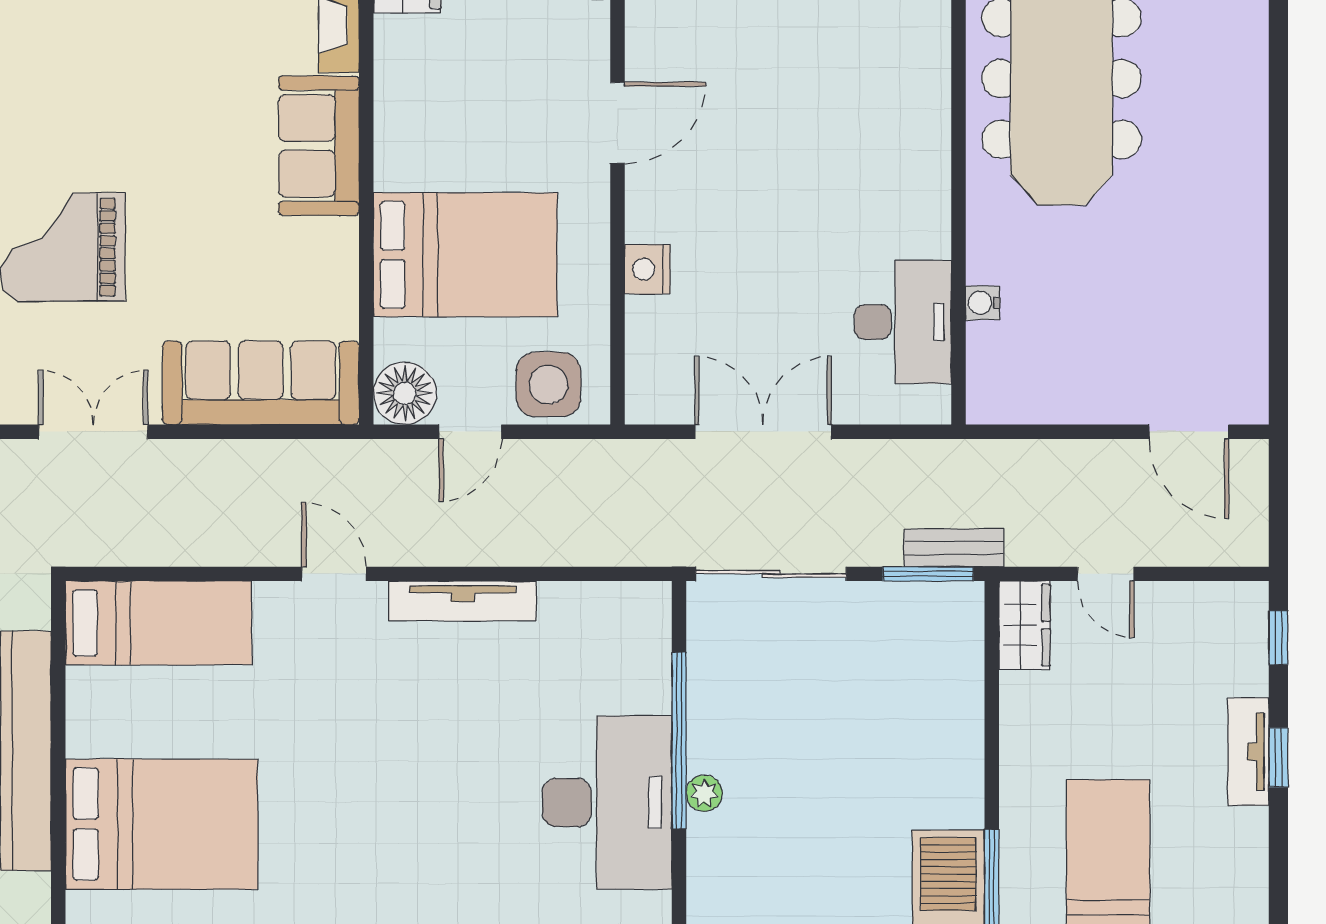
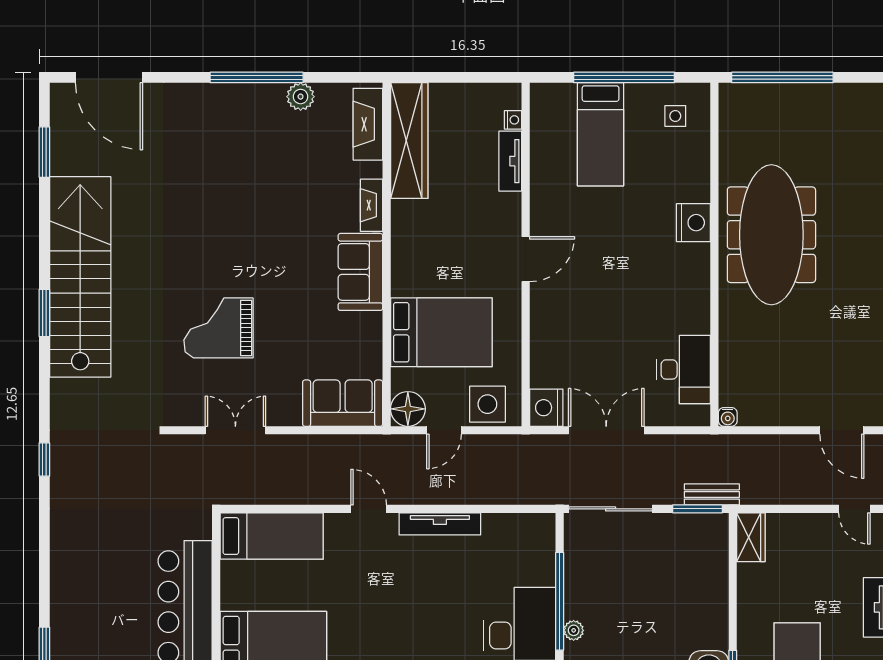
nightstand: (921, 57) -> (693, 223), added
nightstand: (647, 269) -> (546, 408), moved, width x1.36, depth x1.33
water cooler: (983, 303) -> (728, 417), moved, turned -90
sofa: (261, 383) -> (343, 403), width x0.73
door: (1106, 574) -> (854, 509), moved

